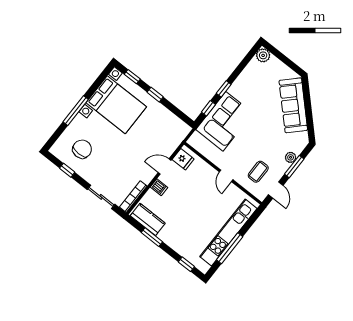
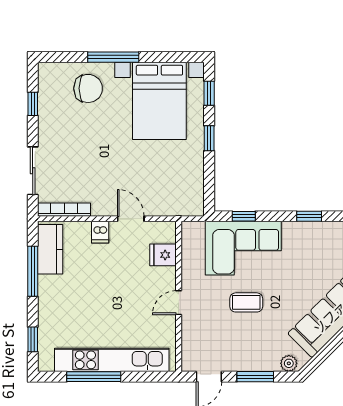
window: (224, 89) -> (309, 216), moved
chair: (82, 149) -> (88, 88), moved
plant: (291, 157) -> (289, 363), moved
fridge: (183, 159) -> (163, 255), moved, turned 90
coffee table: (258, 172) -> (246, 302), moved
window: (152, 237) -> (33, 271), width x1.44

